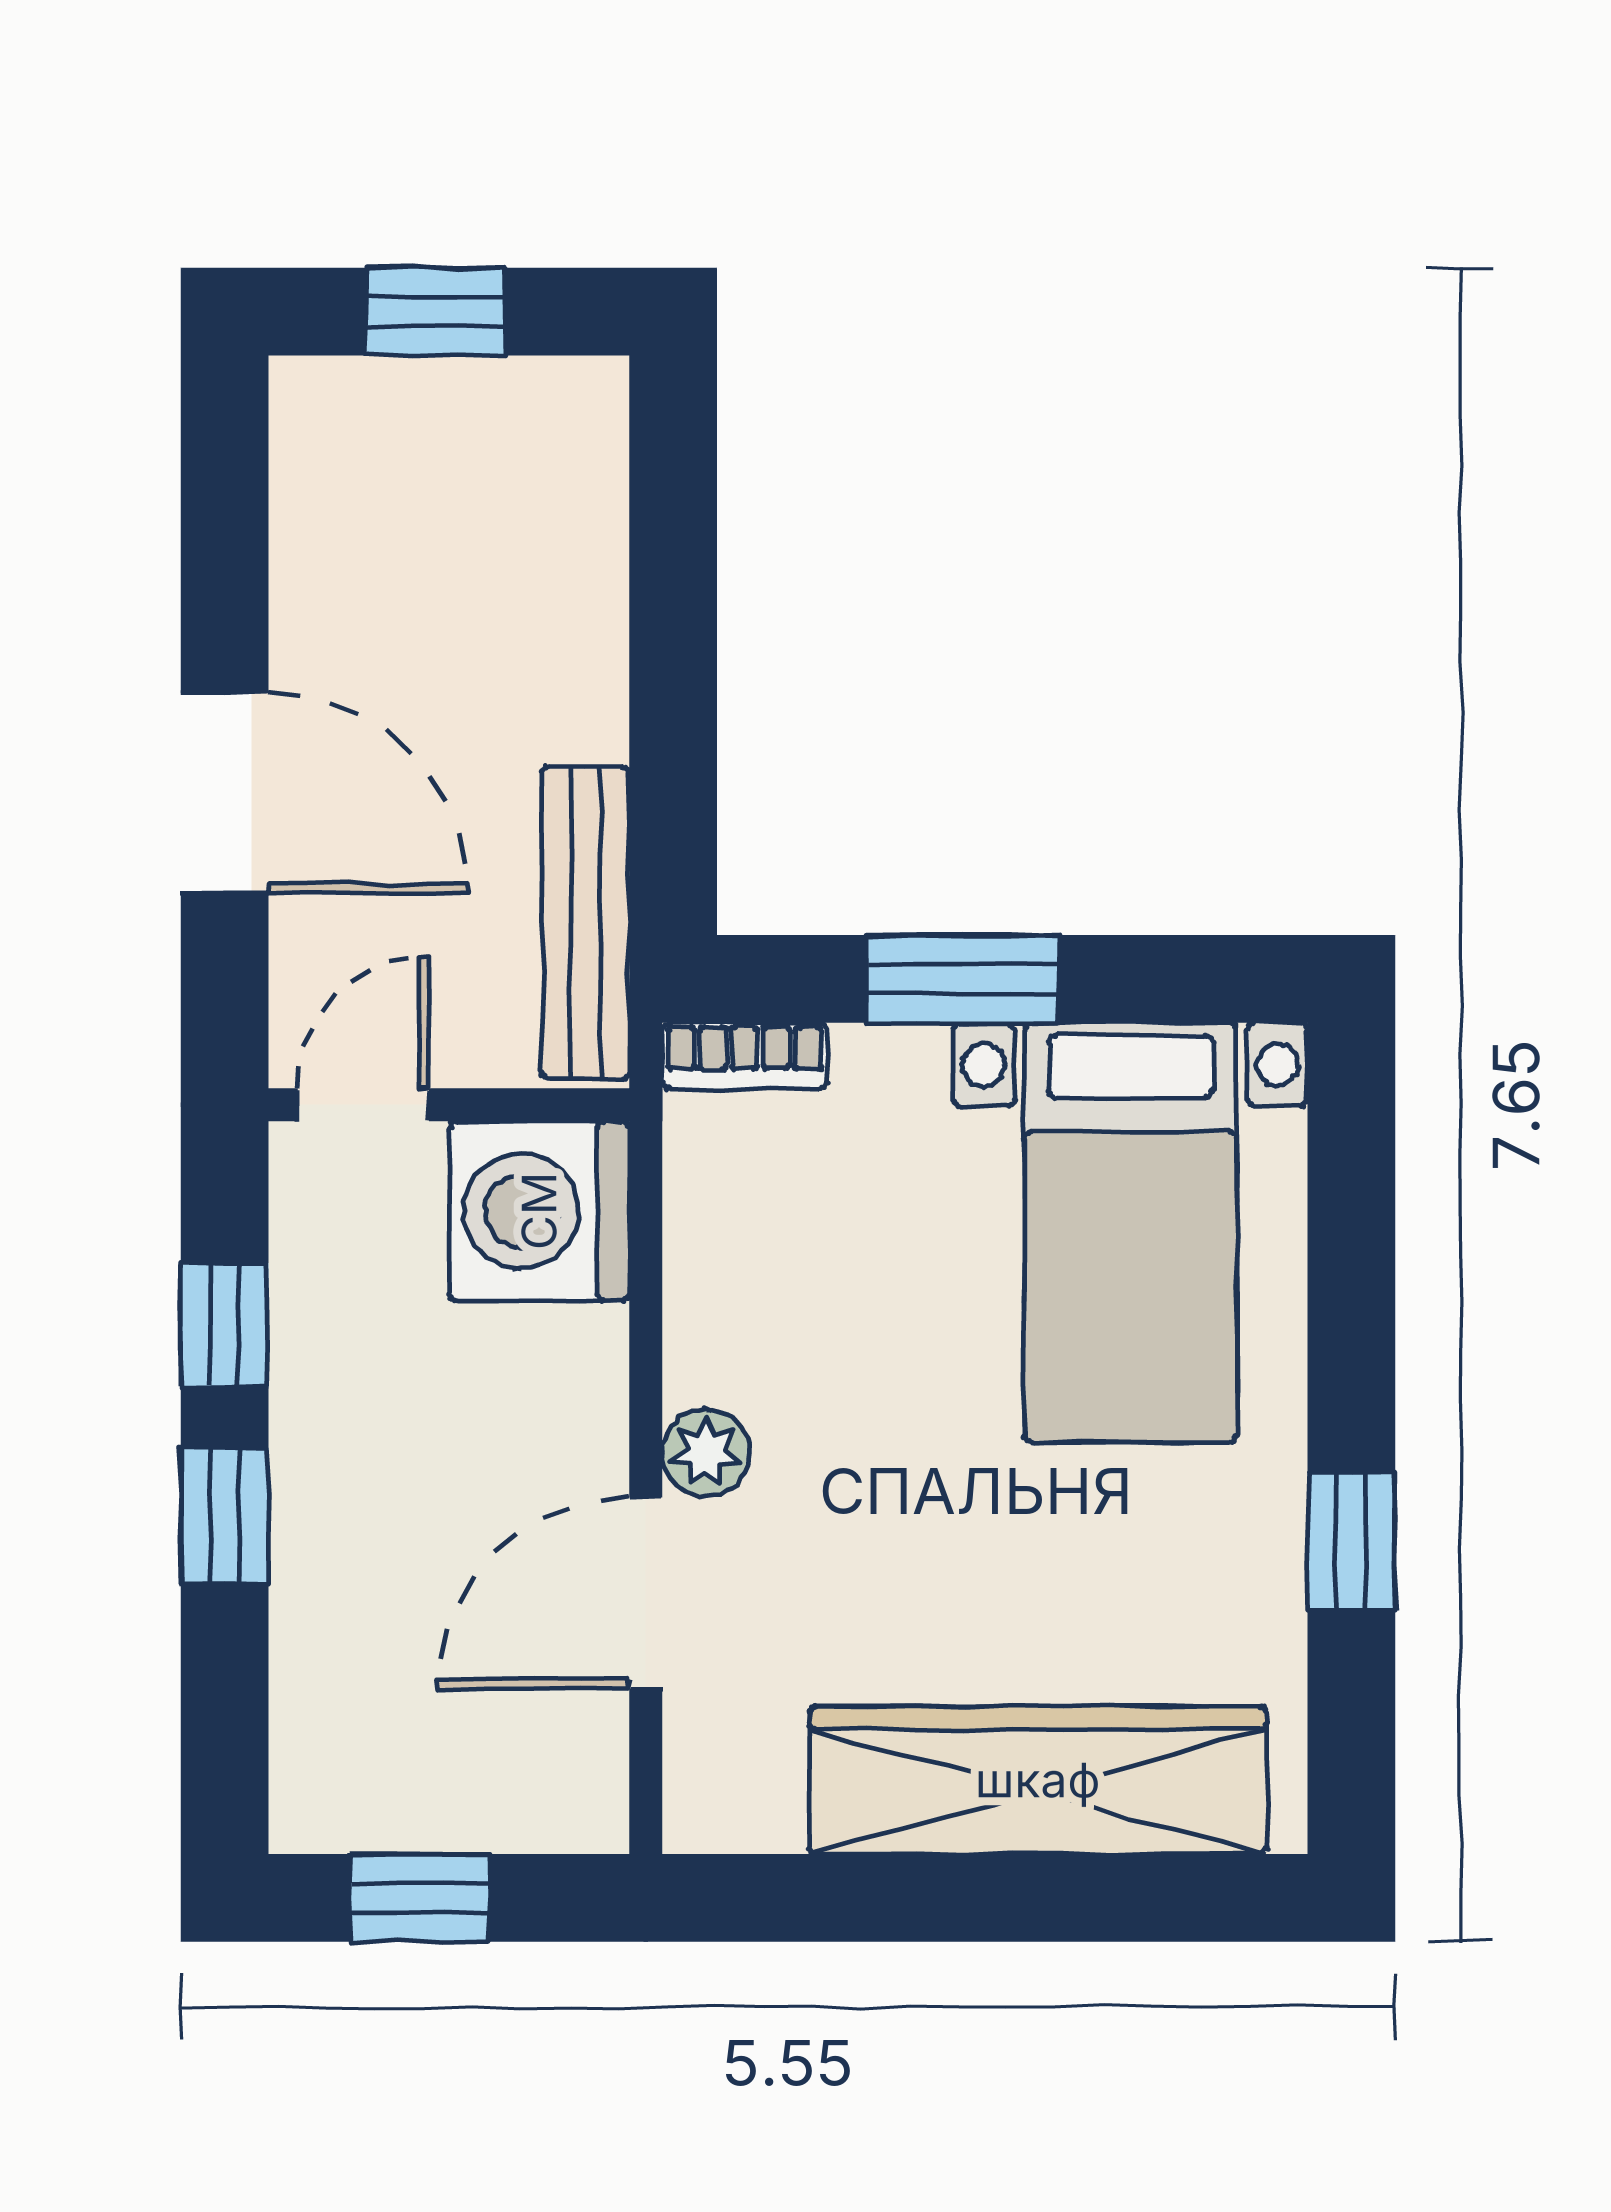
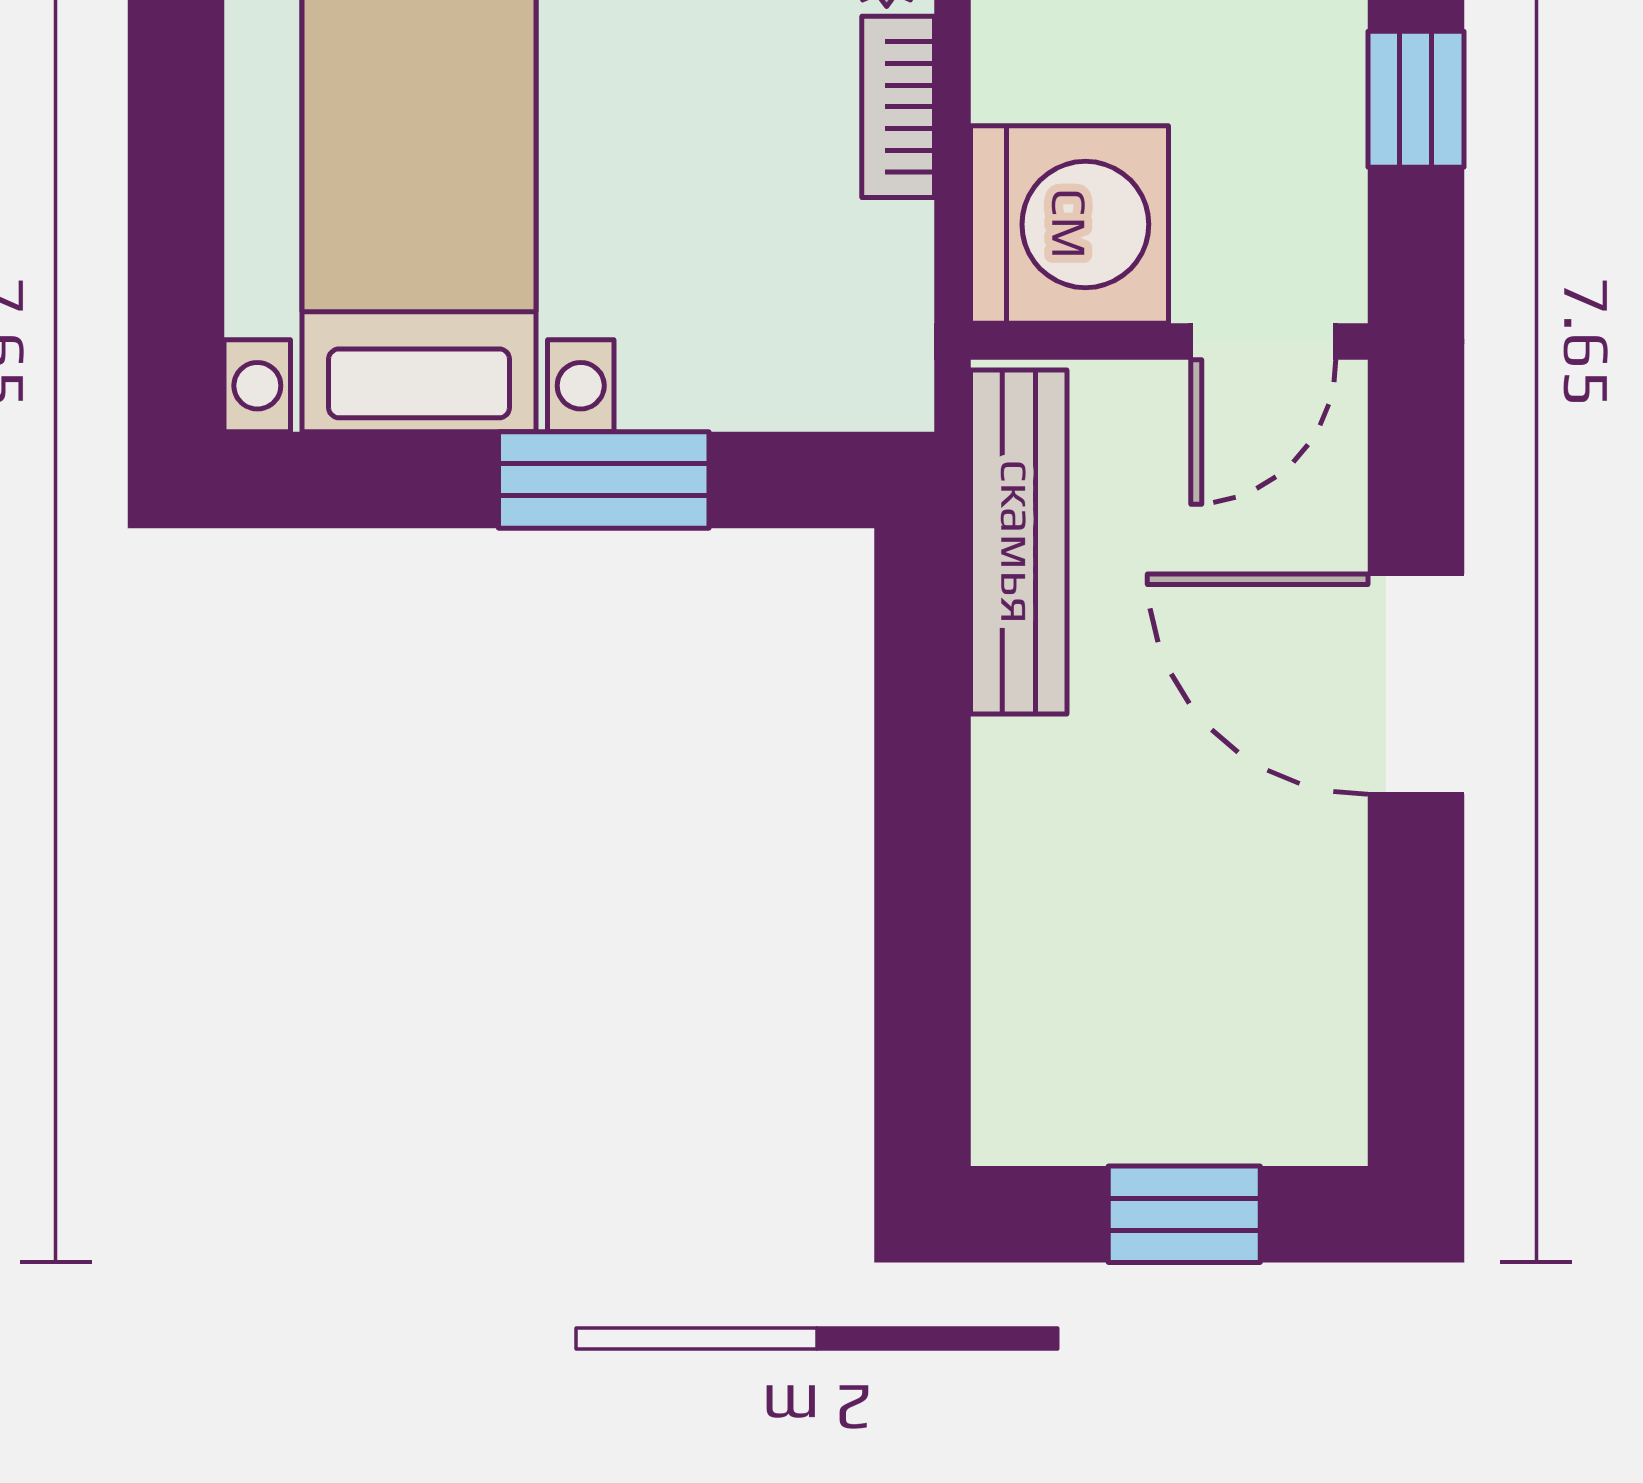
bookcase: (745, 1056) -> (898, 107), moved, turned -90

